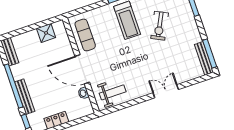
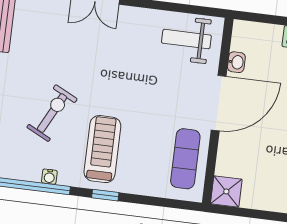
shower: (46, 33) -> (226, 191), moved
door: (82, 69) -> (219, 103), hinge flipped

